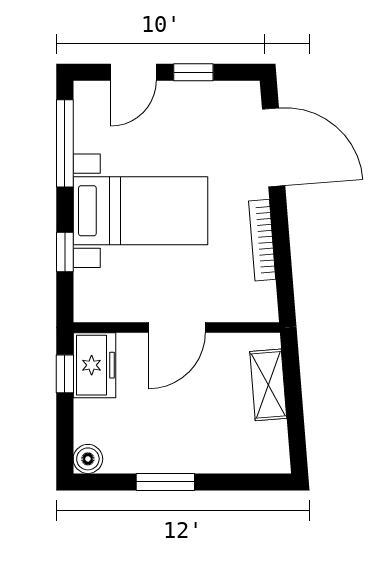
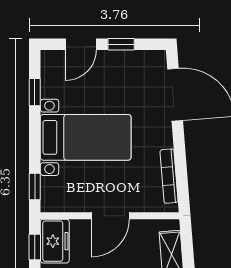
window: (65, 143) -> (35, 92), width x0.46
bookcase: (262, 240) -> (169, 176), moved
window: (65, 252) -> (35, 187), moved

